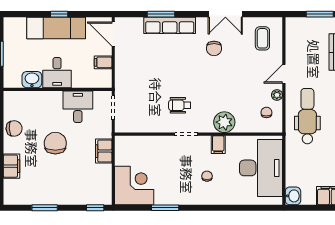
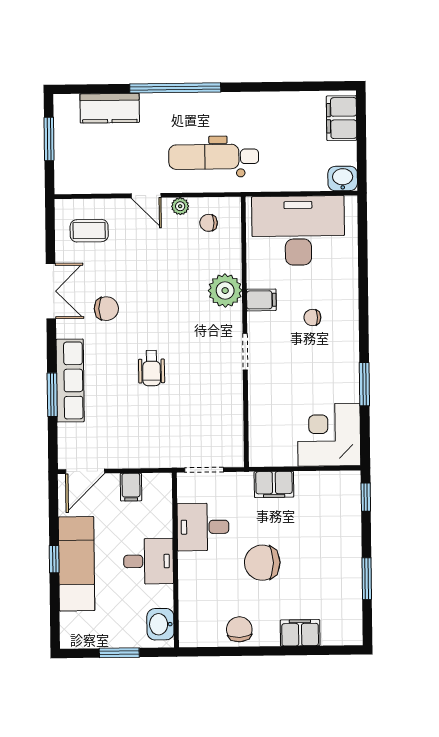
washbasin: (32, 80) -> (160, 624), moved
wheelchair: (180, 105) -> (152, 368), moved

